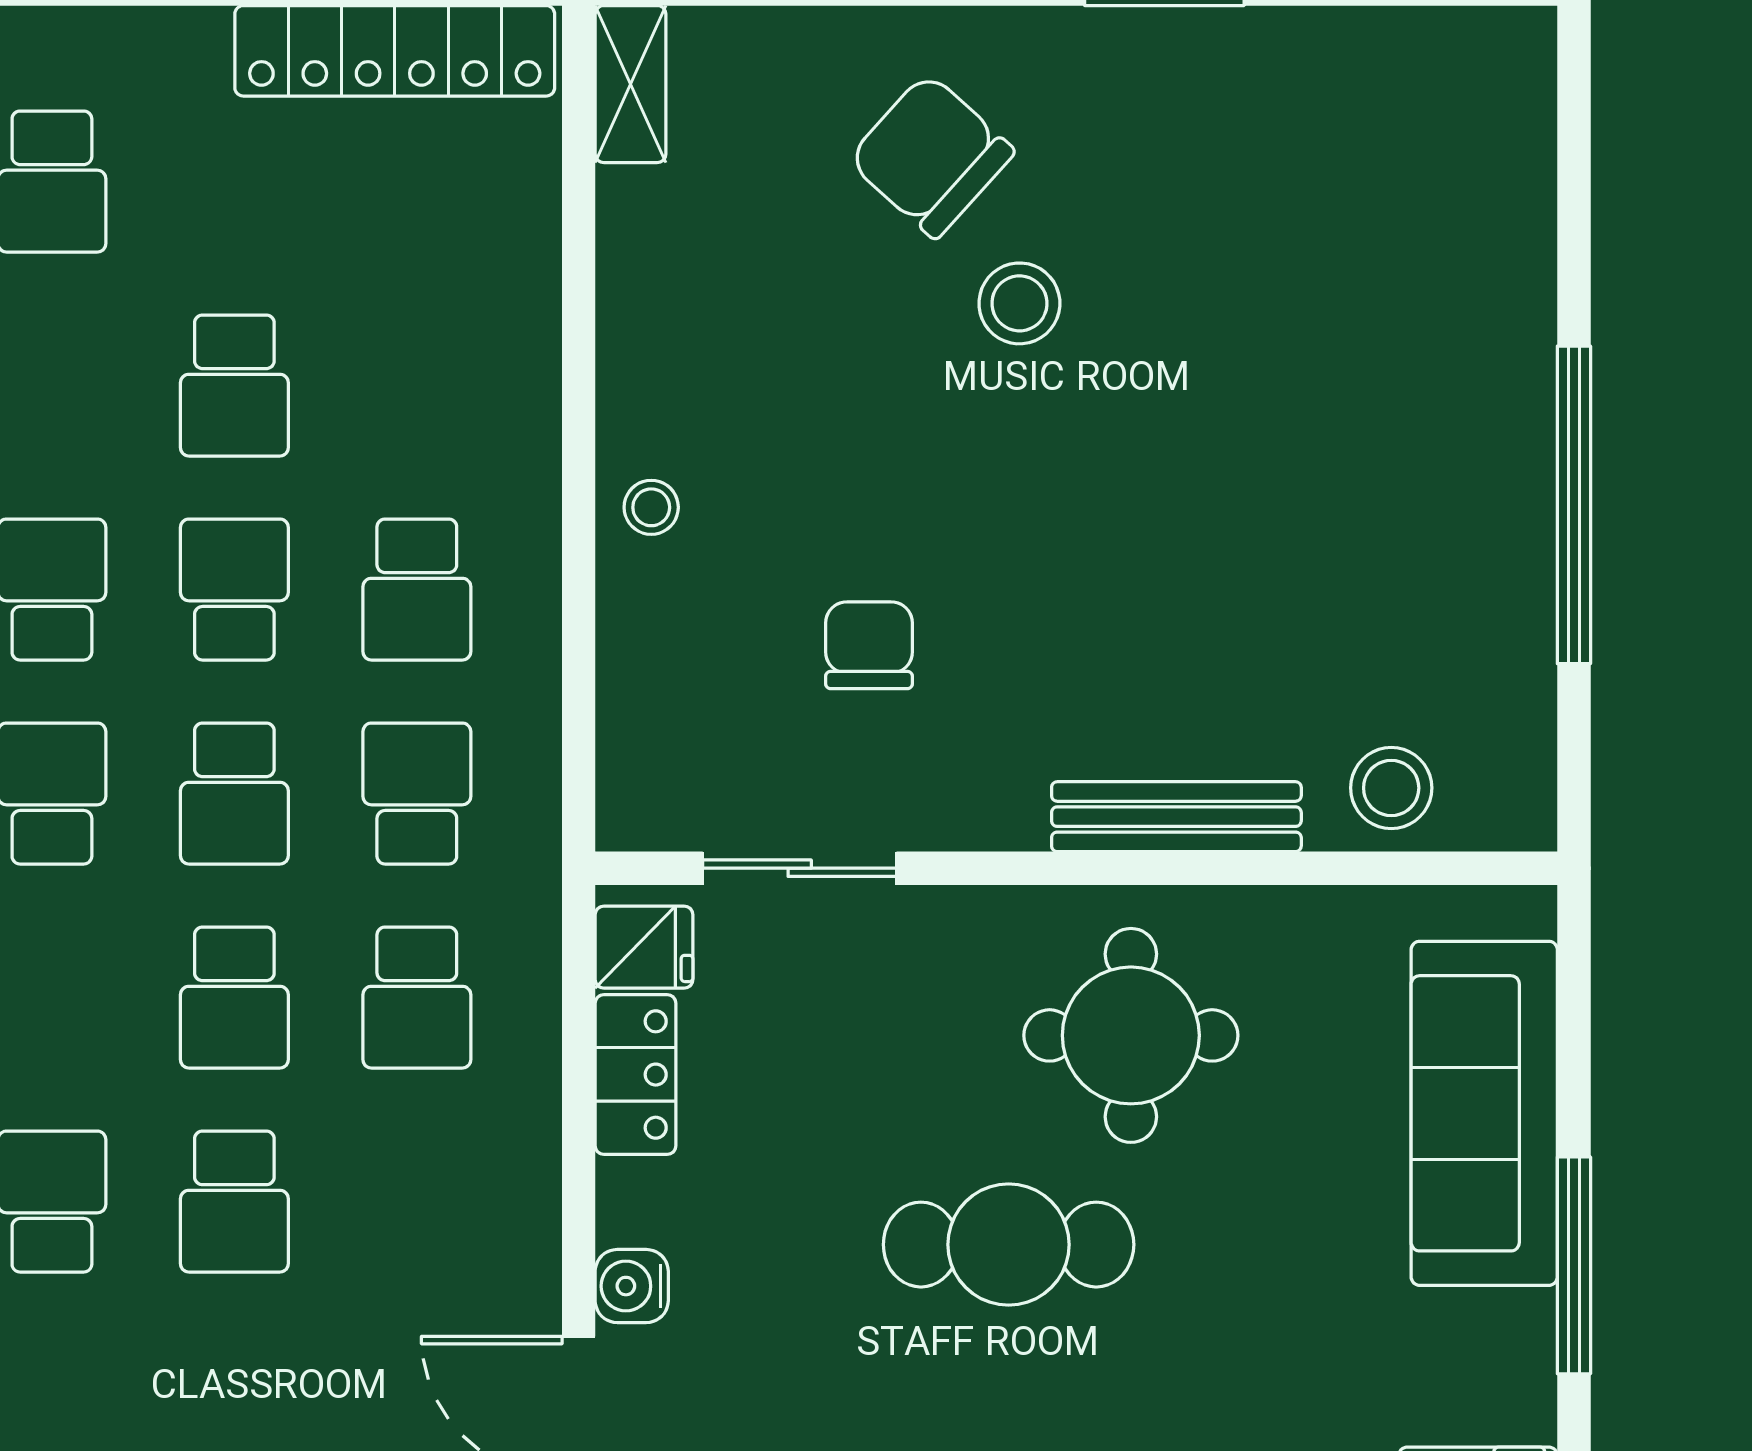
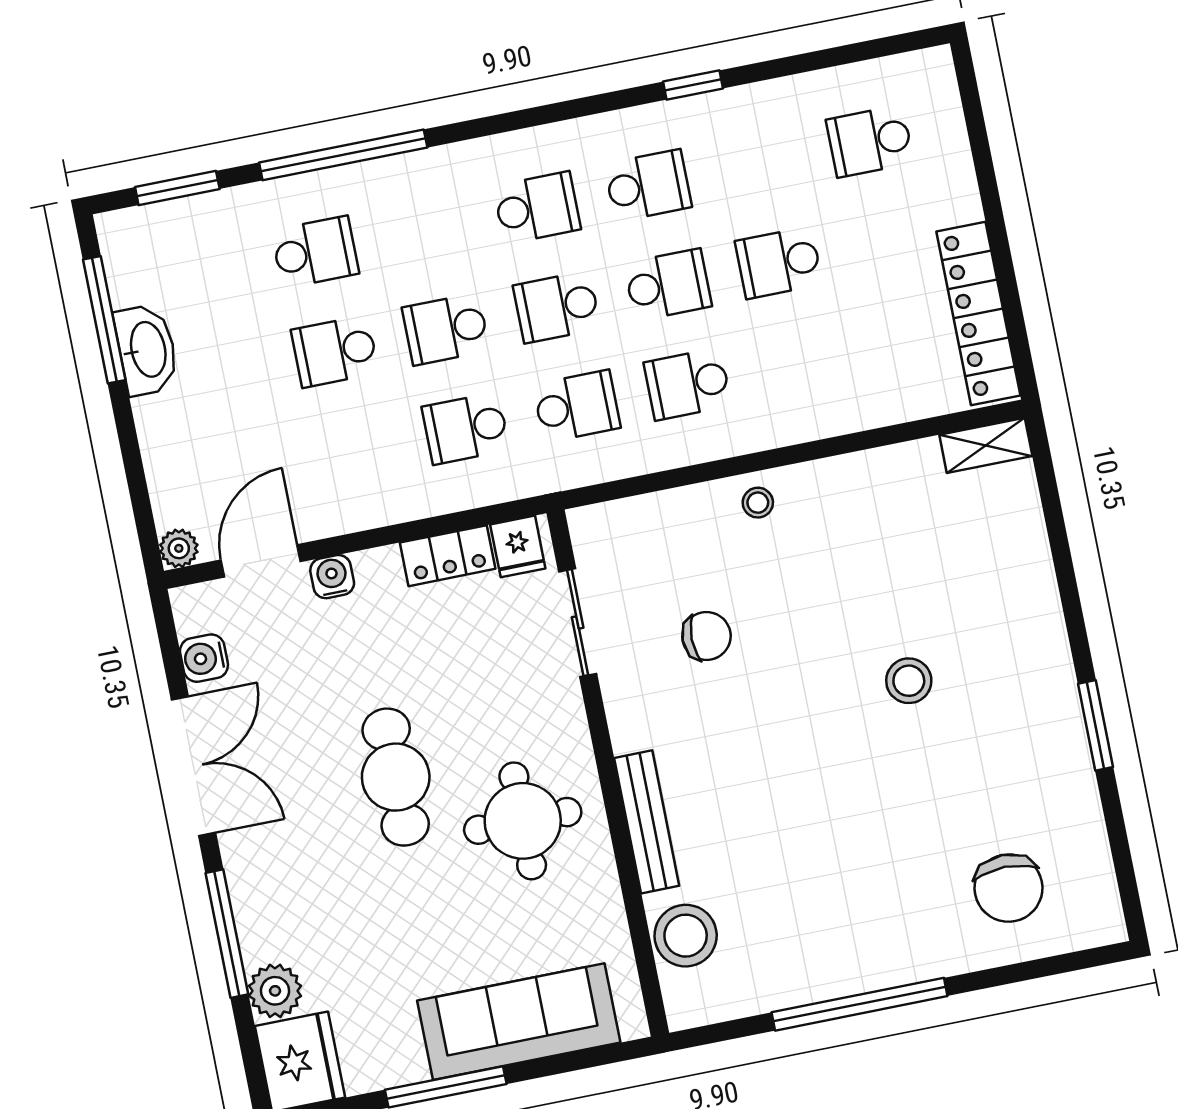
chair: (931, 156) -> (1009, 888), moved, turned 138
stool: (1391, 788) -> (686, 936), width x1.38, depth x1.38

